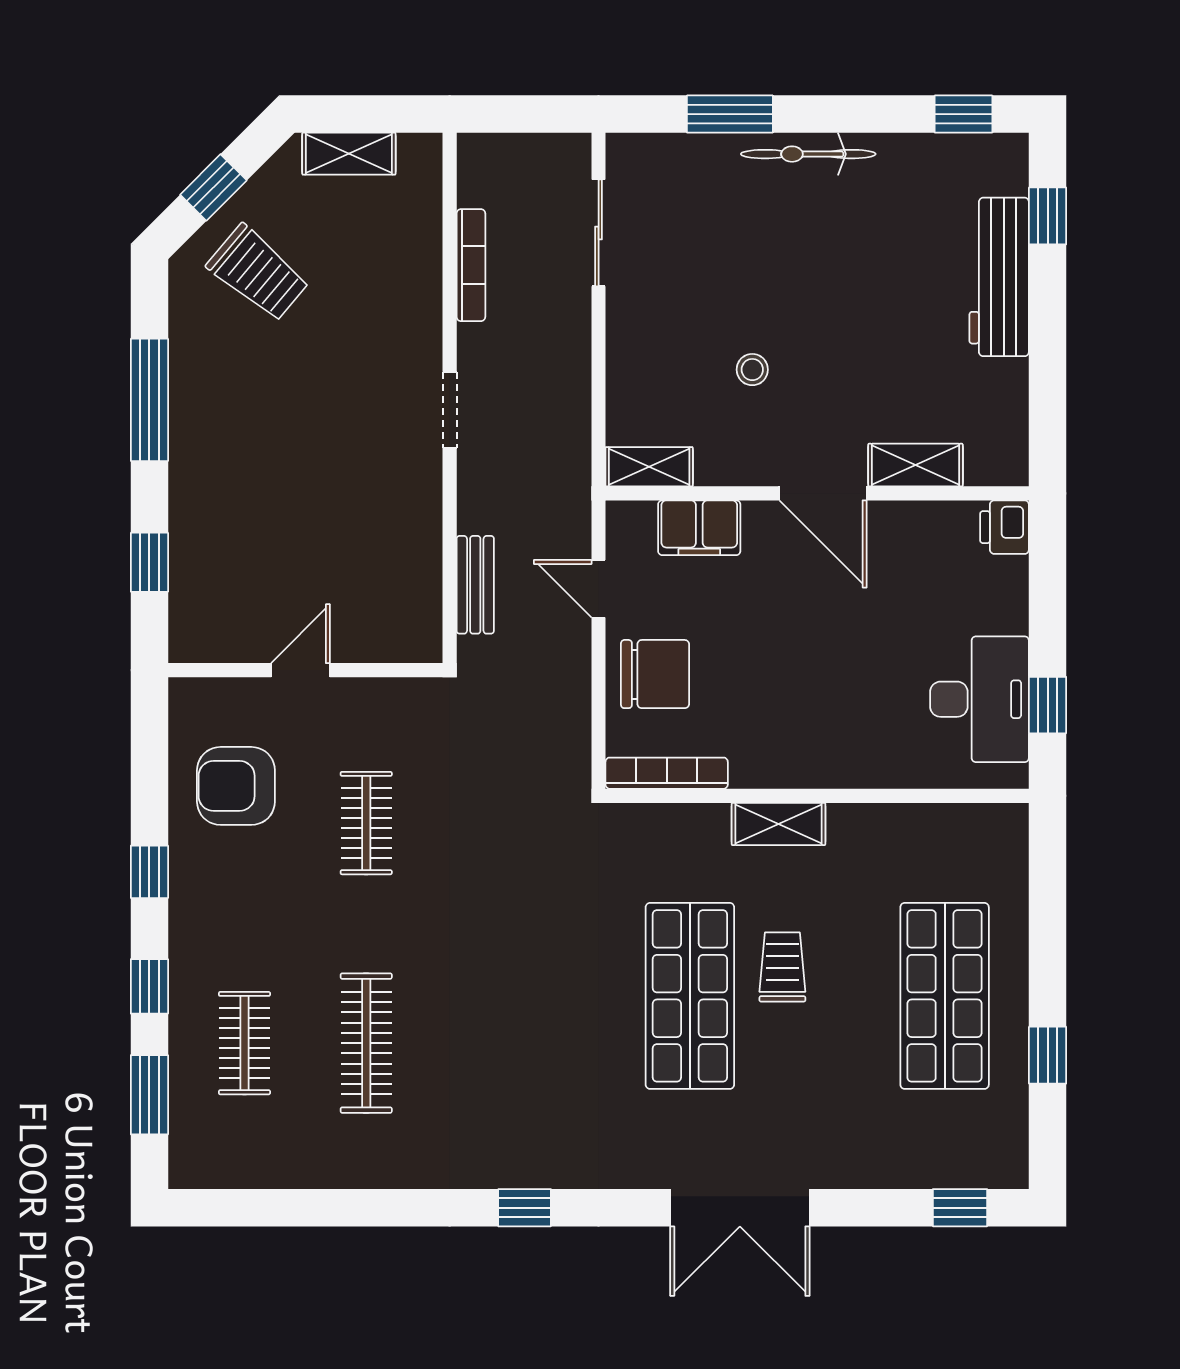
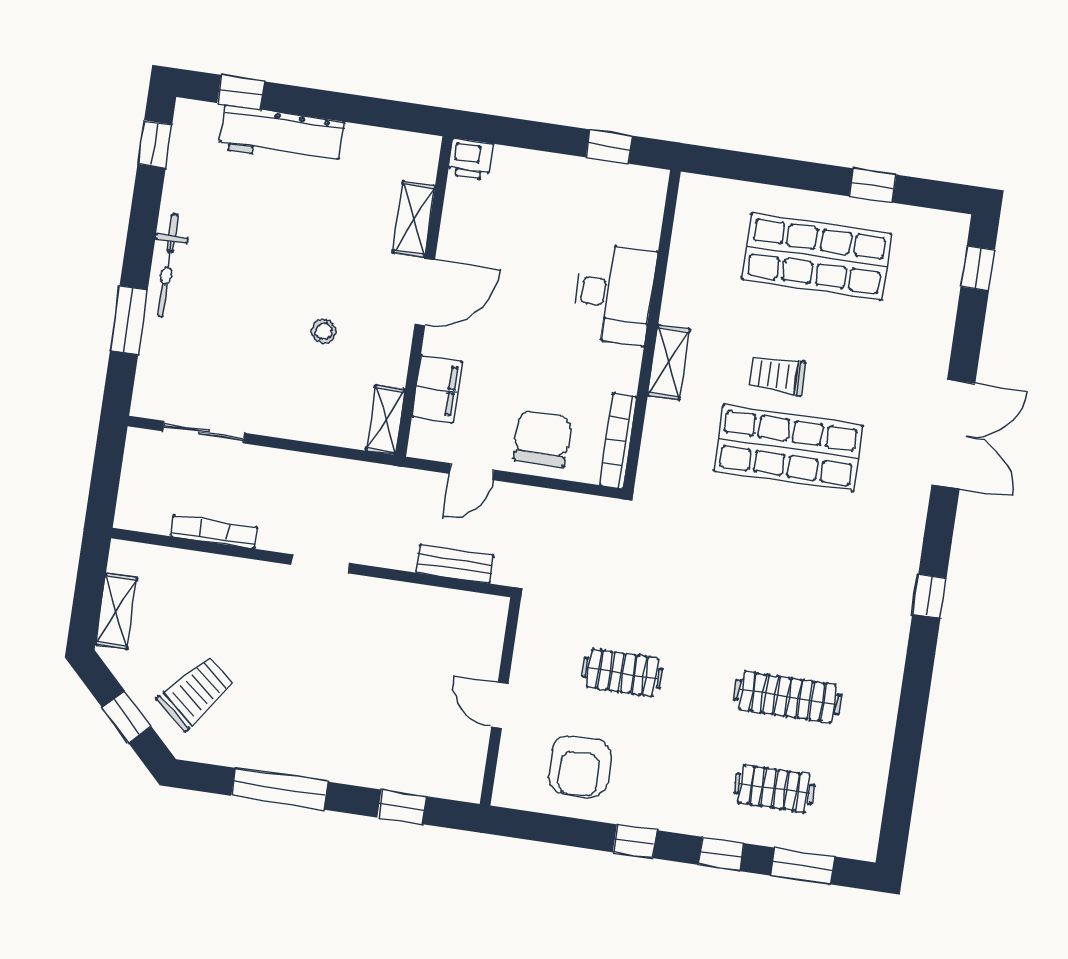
desk: (980, 699) -> (614, 294), moved, turned 90

